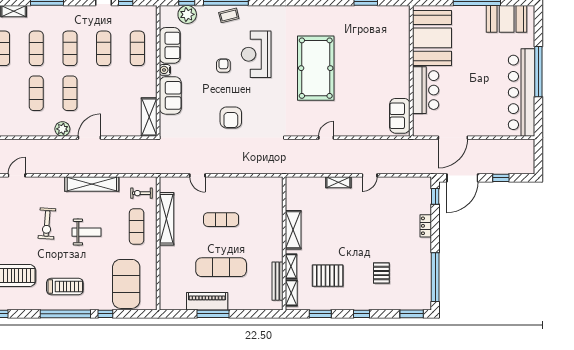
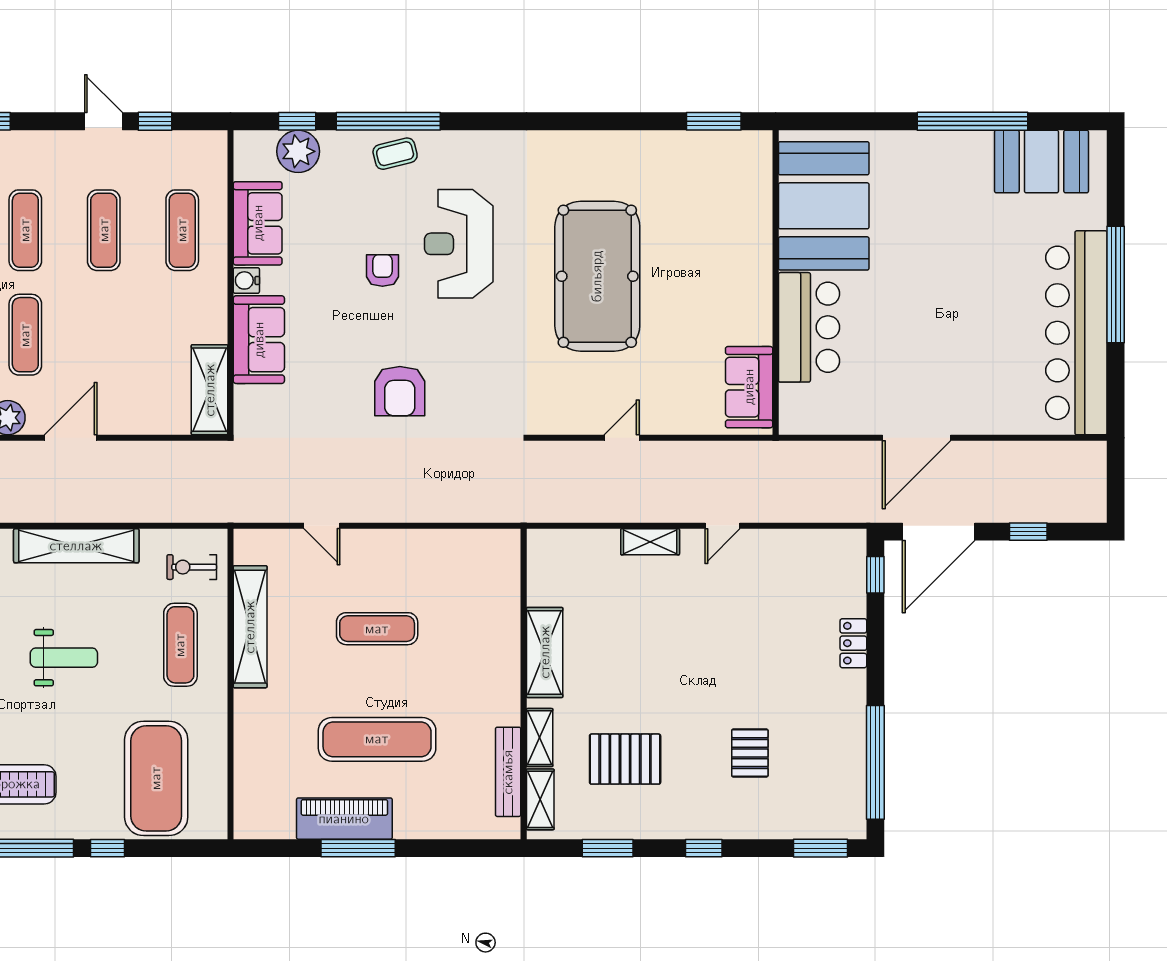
booth: (432, 38) -> (824, 206), moved
wall: (411, 71) -> (776, 282), moved
bar counter: (426, 90) -> (809, 327), moved
sofa: (400, 116) -> (749, 387), moved

